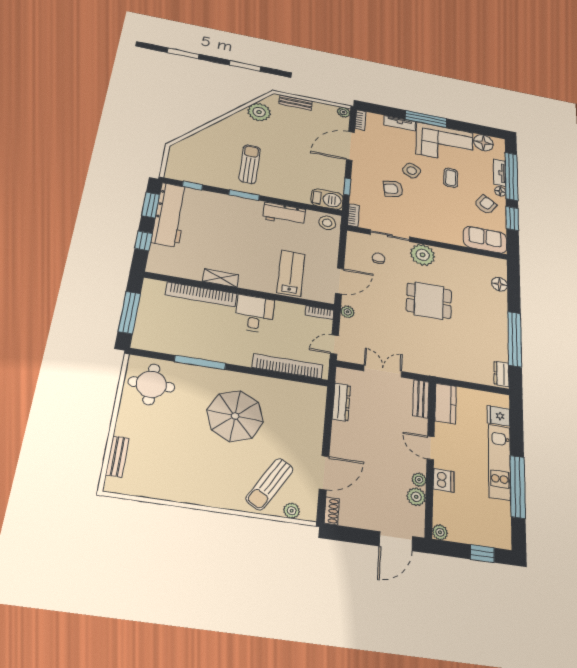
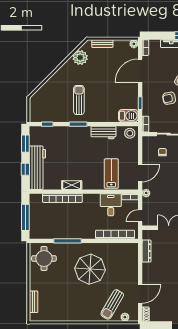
workbench: (170, 215) -> (37, 168), moved
desk: (254, 314) -> (111, 205), moved

